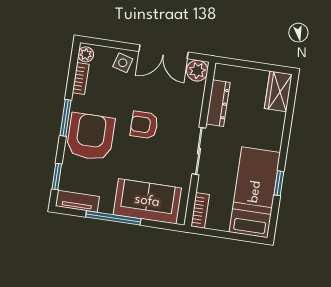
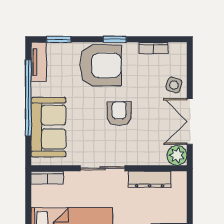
plant: (86, 54) -> (177, 49), removed
window: (65, 118) -> (115, 39), width x0.67
window: (113, 218) -> (28, 98), width x1.46

